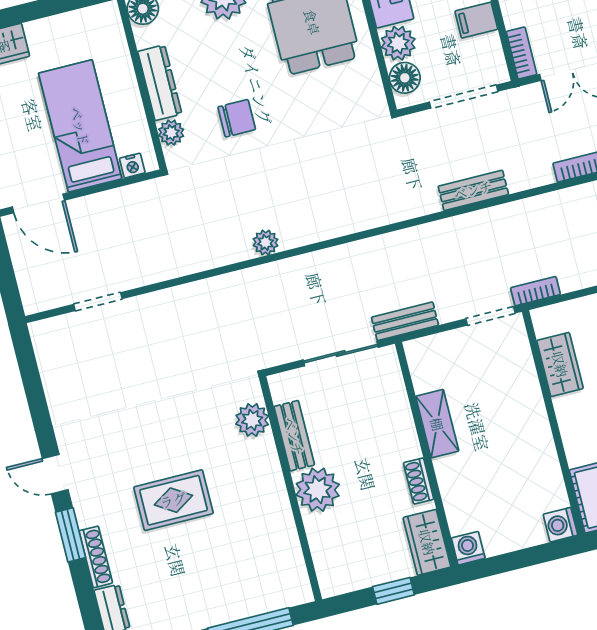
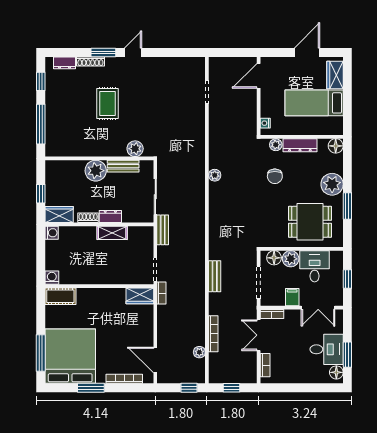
bed: (80, 126) -> (314, 103), moved, turned 180
wardrobe: (560, 364) -> (140, 296), moved
dresser: (404, 436) -> (110, 216), added

